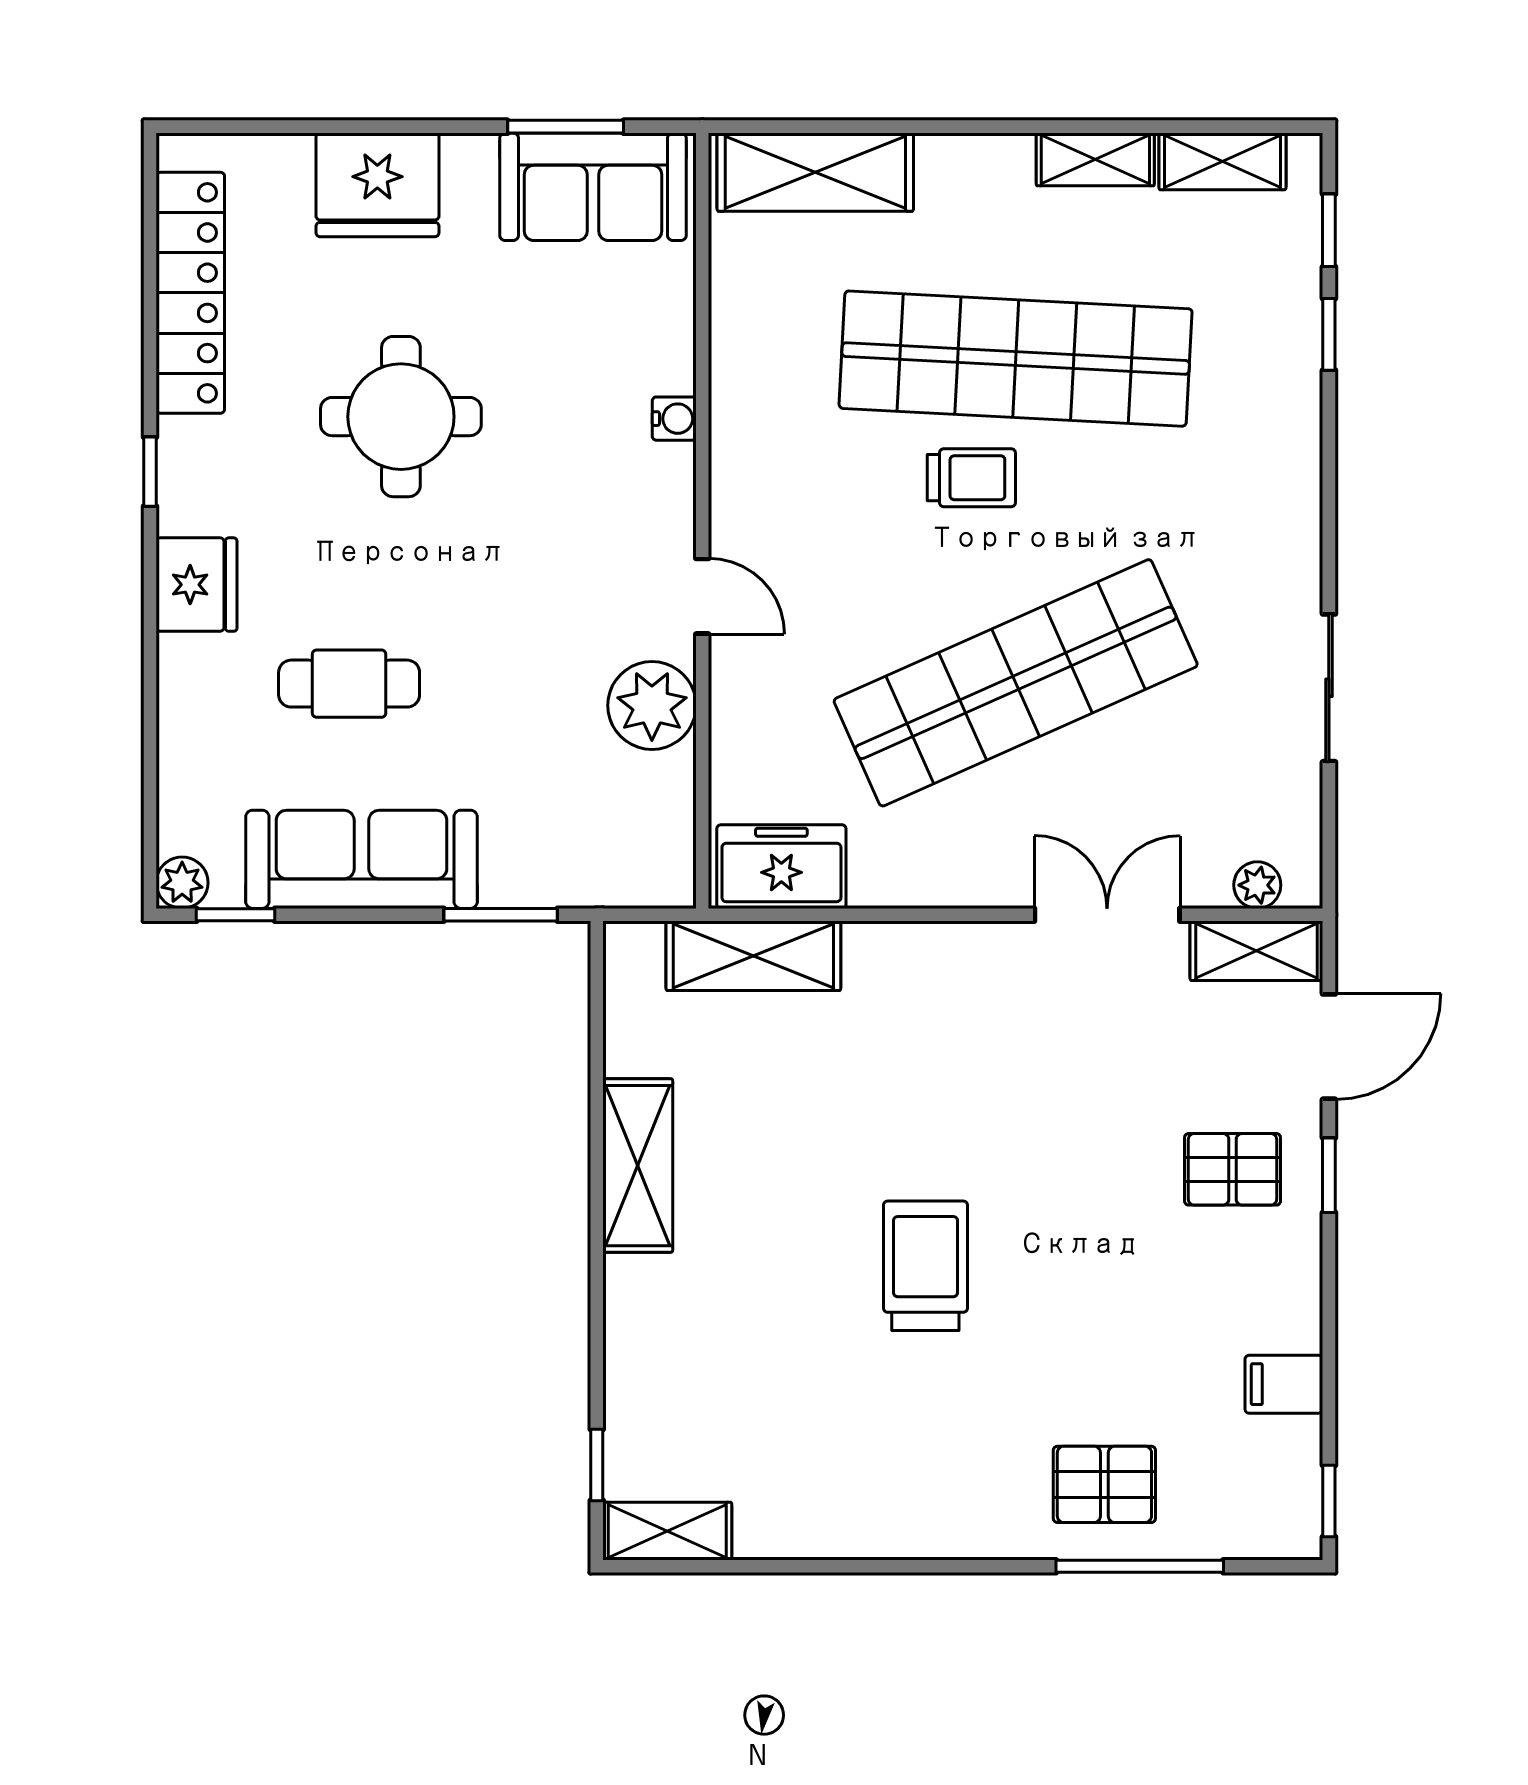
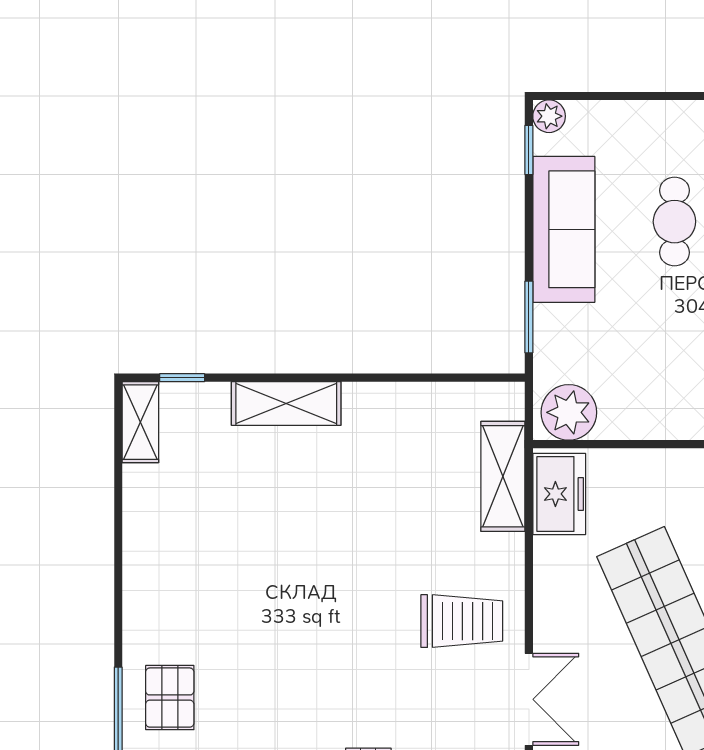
plant: (652, 705) -> (569, 412), moved
shelving: (638, 1166) -> (286, 403), moved
trolley: (925, 1266) -> (462, 621), moved

